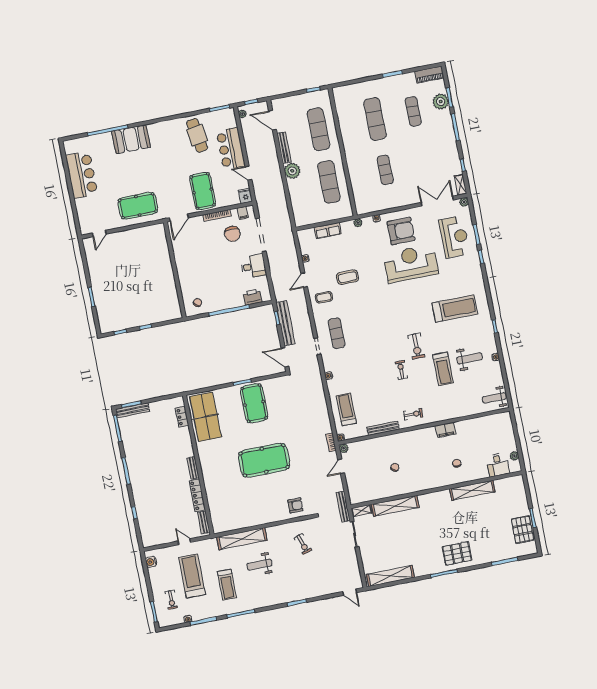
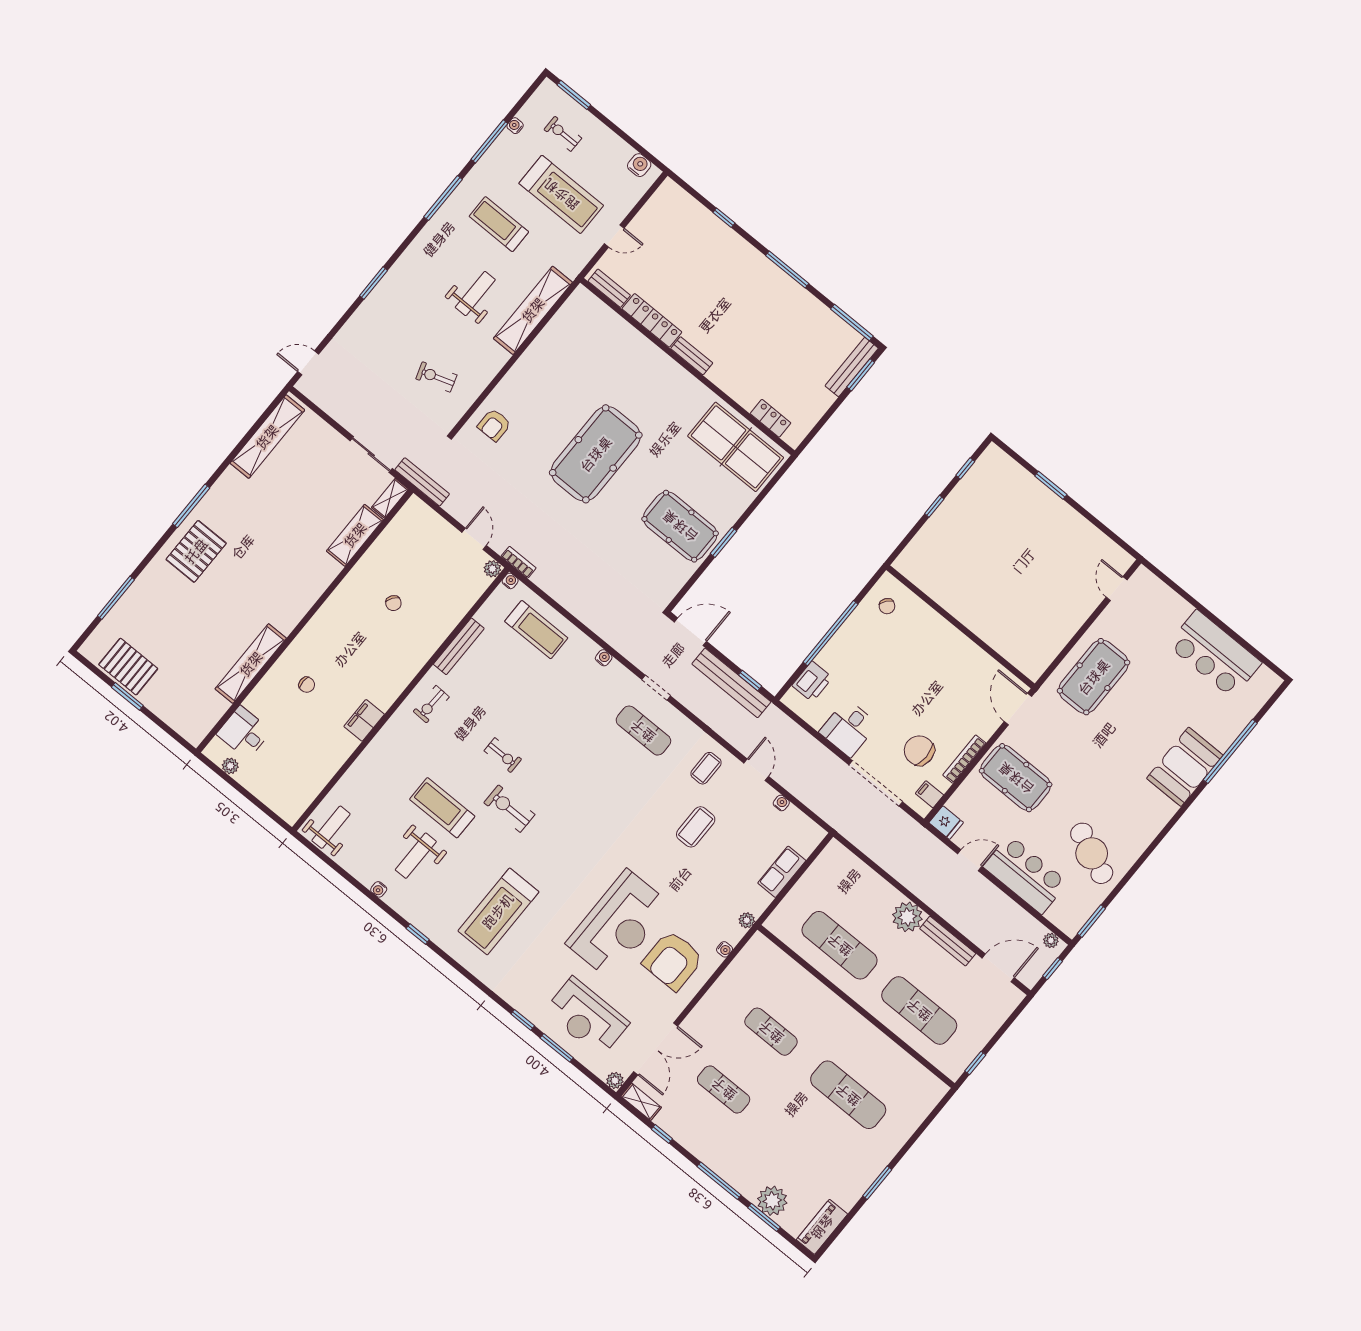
exercise mat: (413, 111) -> (724, 1089), moved
cafe table: (197, 135) -> (1092, 853), turned 33
shelving: (395, 506) -> (355, 535), width x0.68

